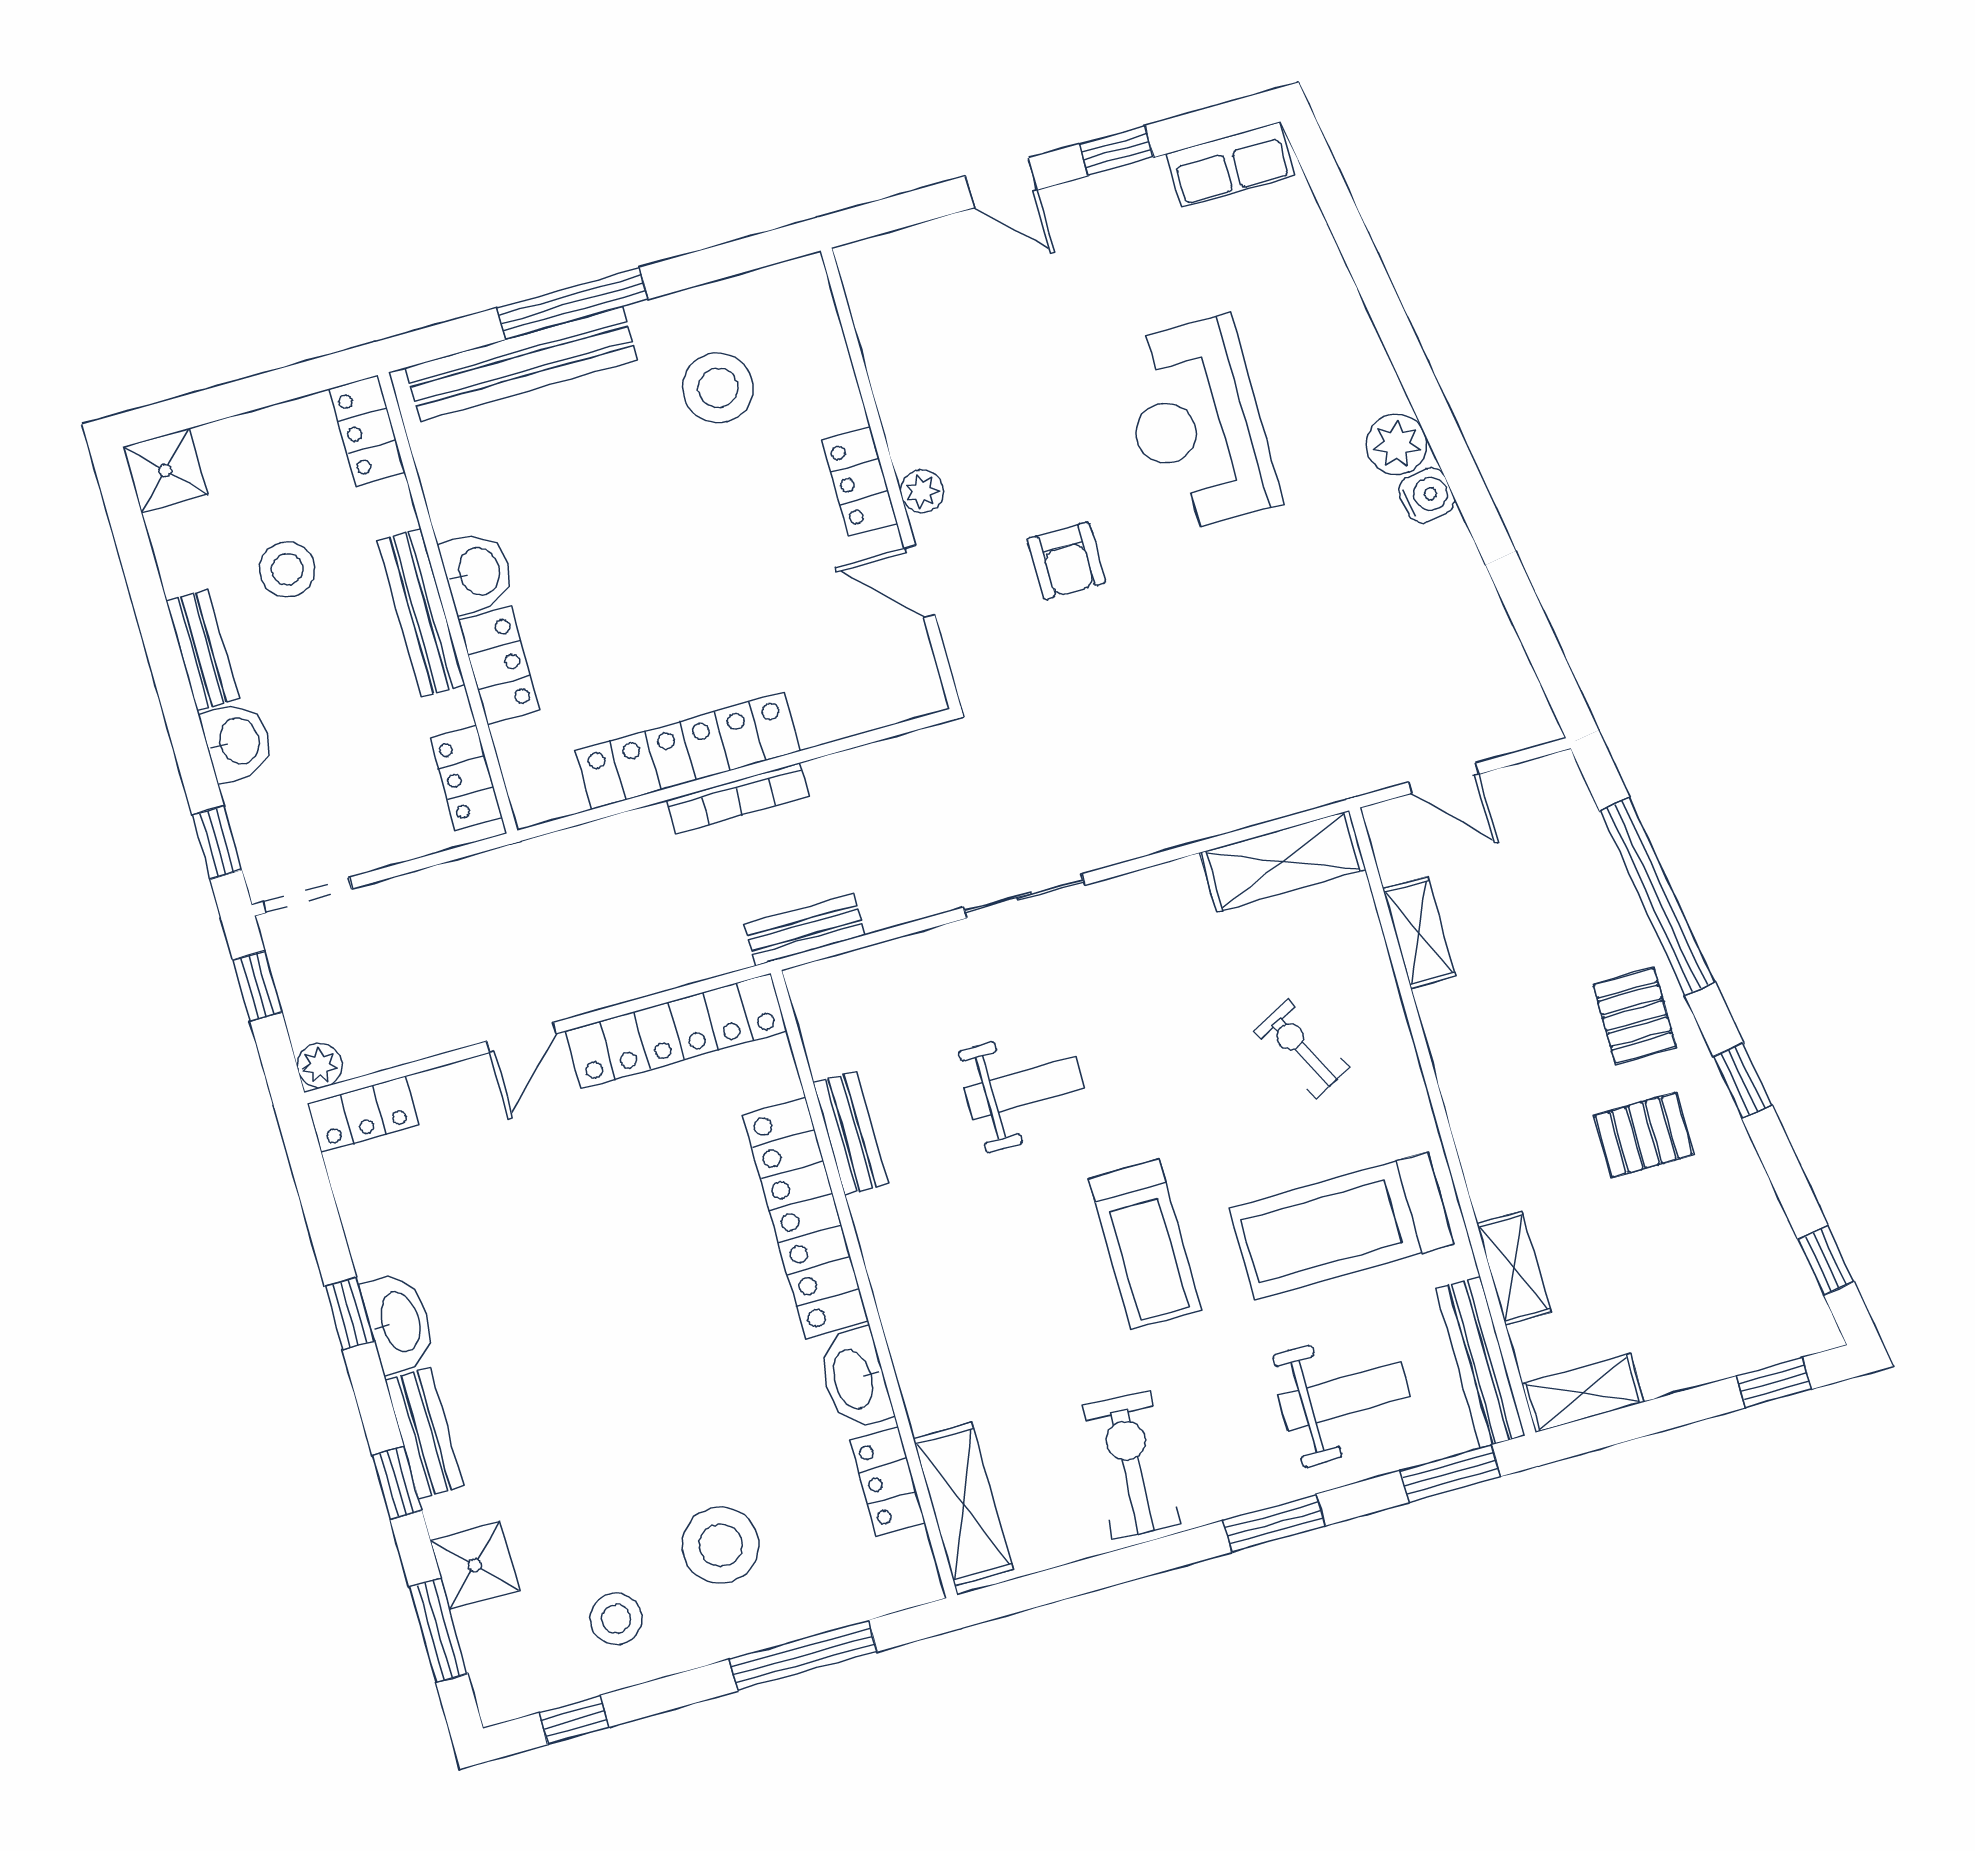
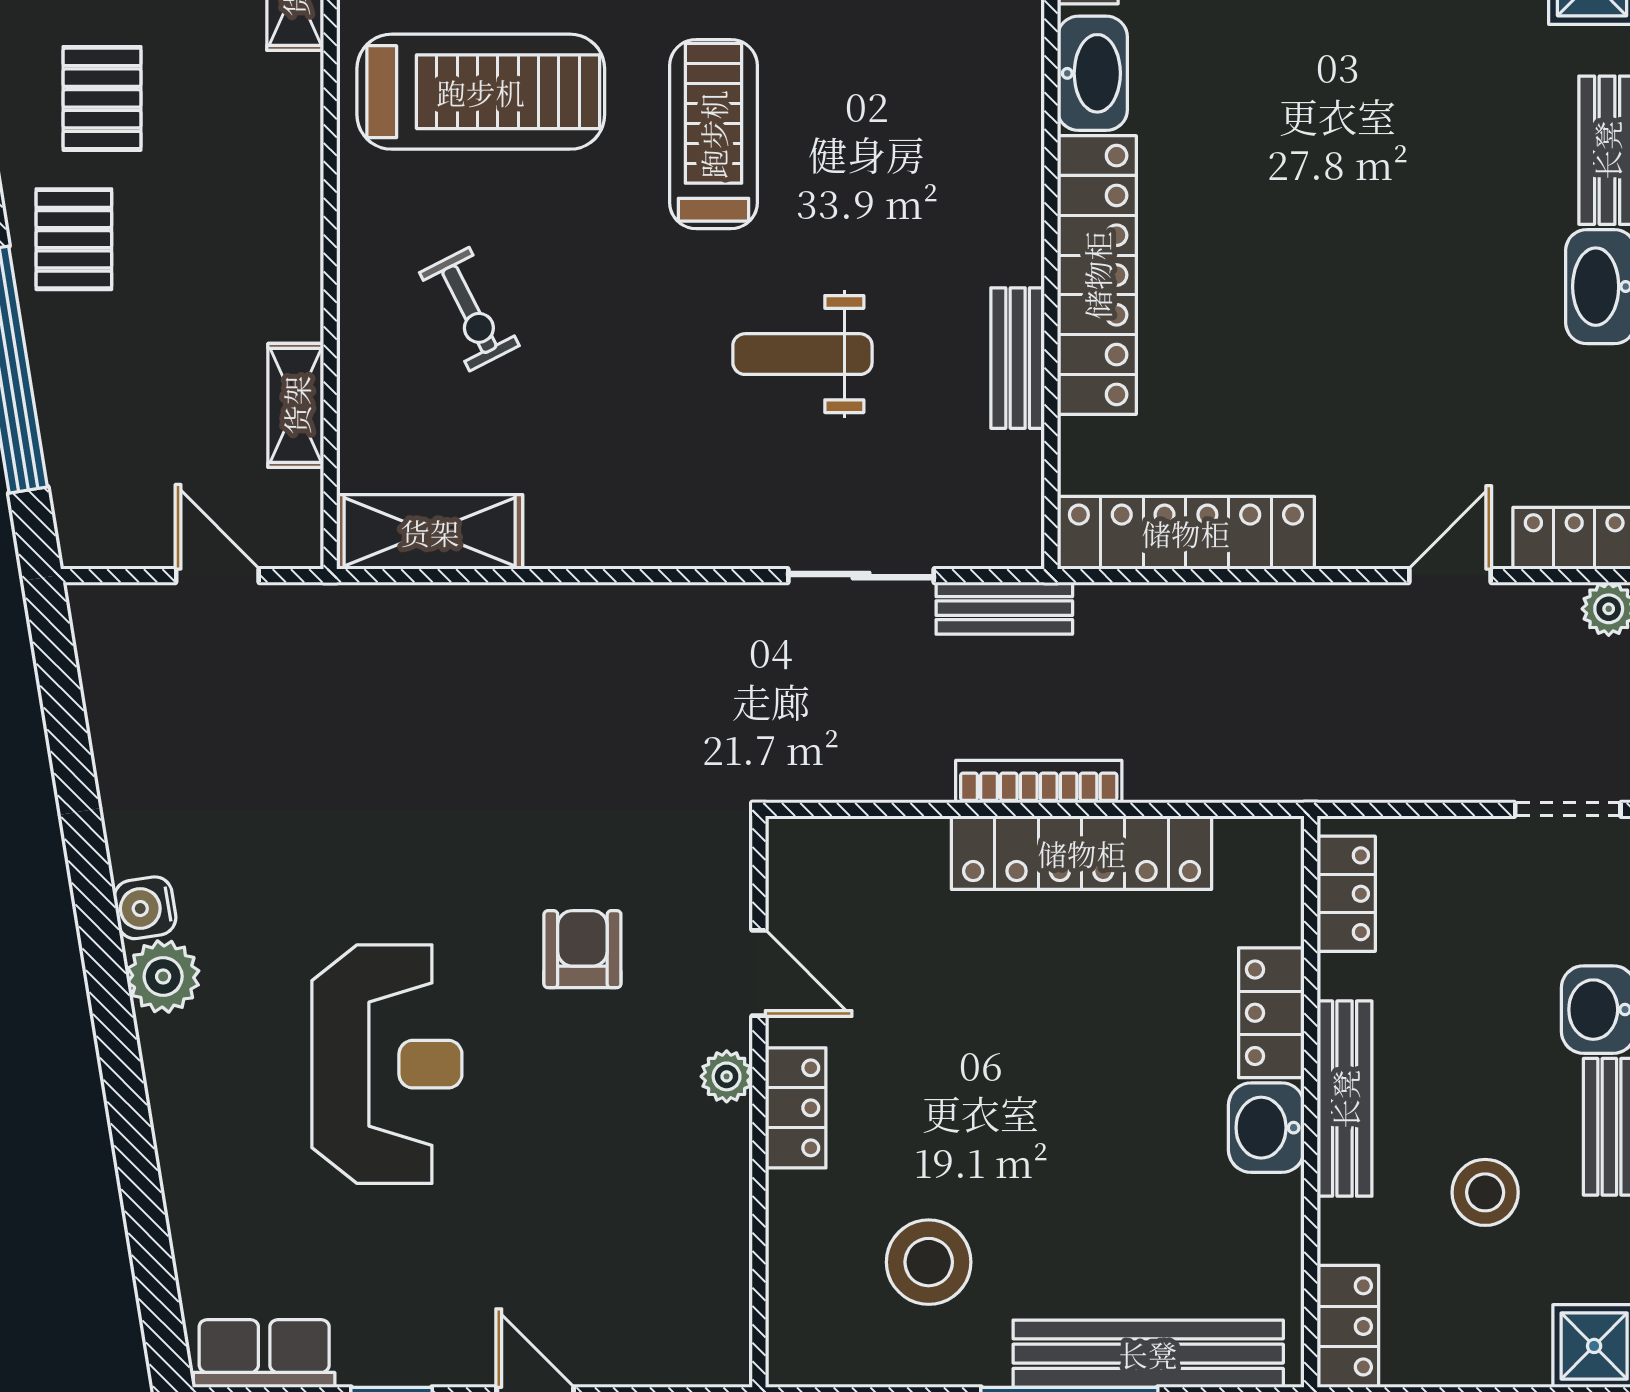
sliding door: (1024, 896) -> (861, 576), moved
door: (522, 1037) -> (1450, 576), moved
pallet: (1644, 1135) -> (102, 98), turned 90

